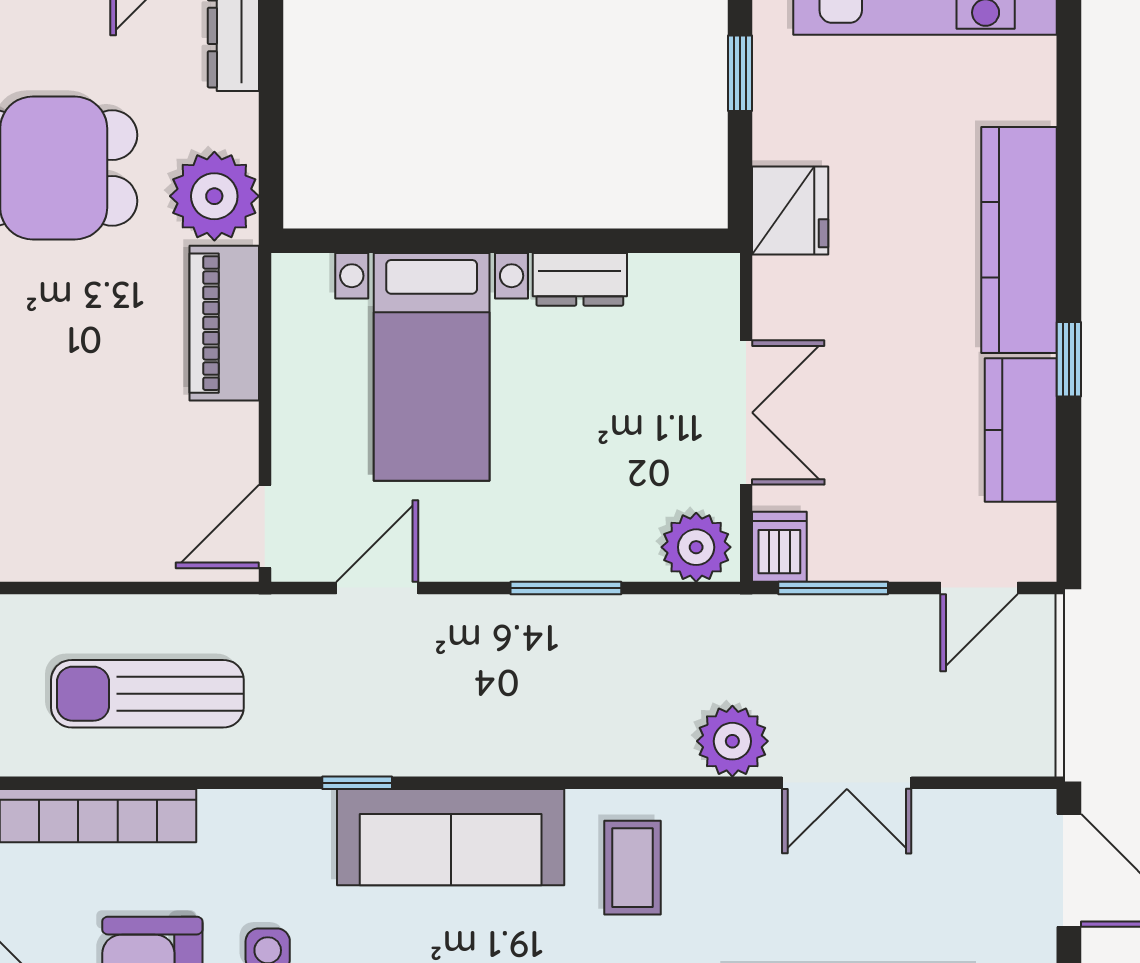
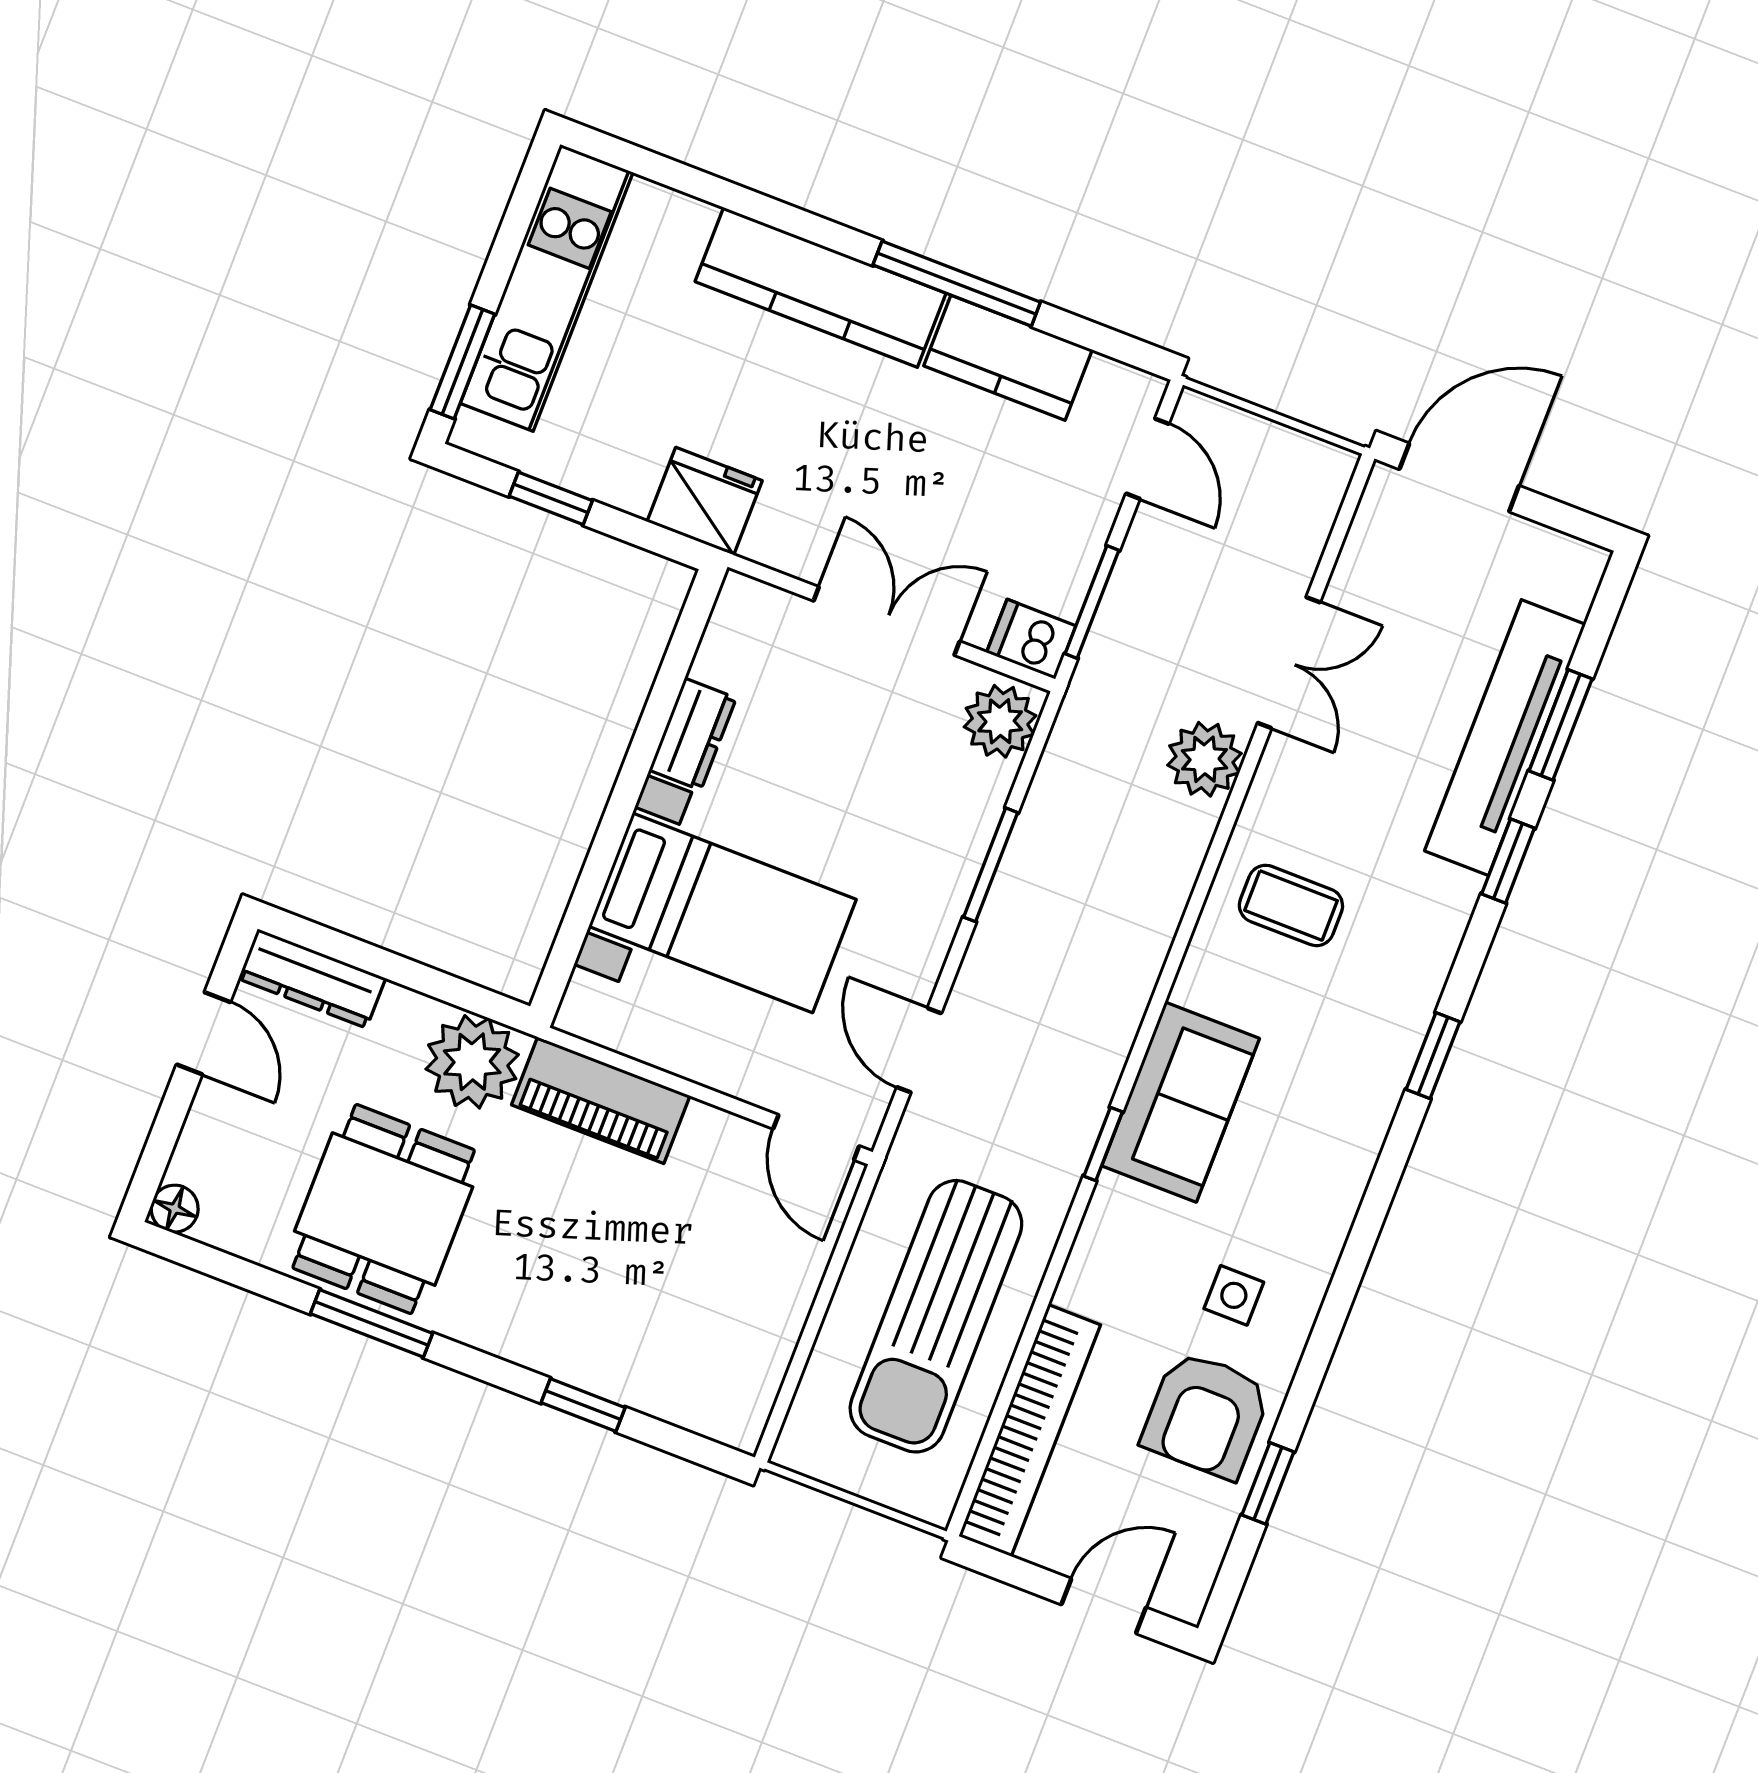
window: (1069, 359) -> (957, 284), width x2.17
sun lounger: (147, 694) -> (936, 1316), width x1.36, depth x1.34
sofa: (451, 837) -> (1181, 1102), width x0.73

